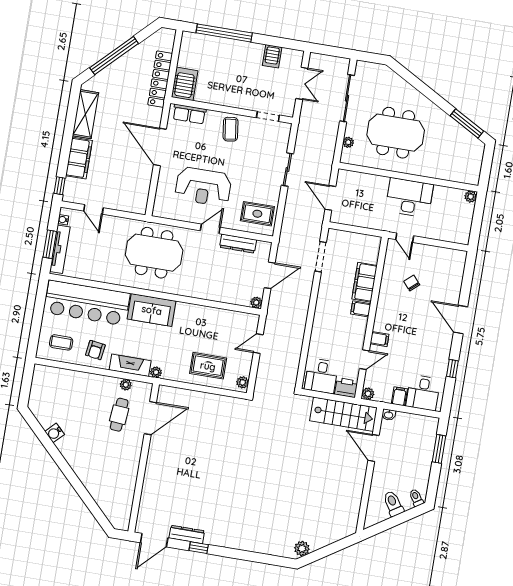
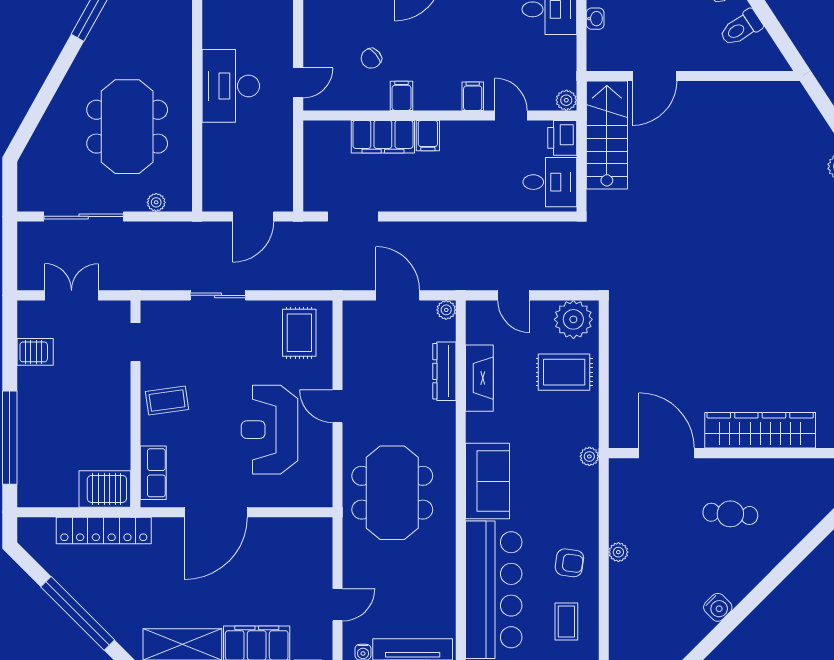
reception desk: (203, 187) -> (269, 430), turned 180
dresser: (238, 244) -> (444, 371), moved, turned 180
fireplace: (130, 365) -> (479, 378), moved, turned 180
rug: (208, 366) -> (564, 372), turned 90
plant: (243, 382) -> (573, 319), width x1.87, depth x1.87
plant: (126, 385) -> (618, 552), moved
filing cabinet: (399, 396) -> (401, 96), moved, turned 90
cafe table: (119, 415) -> (730, 514), moved
washbasin: (389, 415) -> (595, 19), moved
wardrobe: (155, 475) -> (760, 430), added

